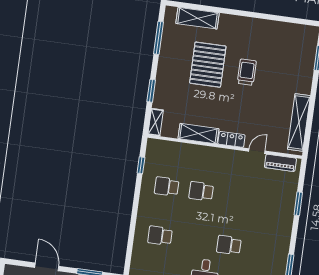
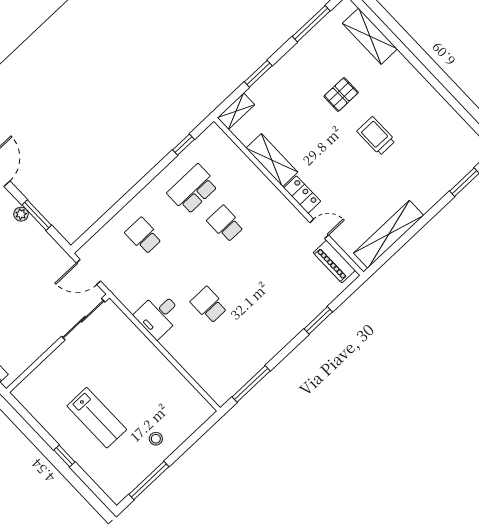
pallet: (208, 65) -> (341, 94), width x0.49, depth x0.50
trolley: (247, 72) -> (376, 136), turned -90
school desk: (167, 187) -> (193, 189), width x1.85

